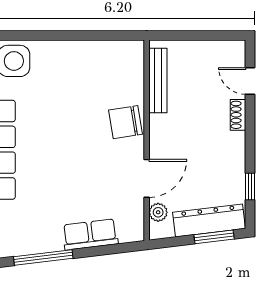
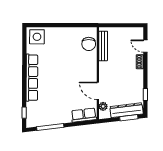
chair: (126, 122) -> (89, 44), moved, turned -81
door: (147, 178) -> (98, 91), swing flipped
row of seats: (90, 234) -> (84, 115), moved

